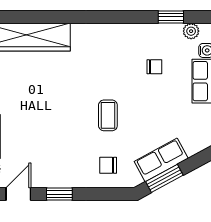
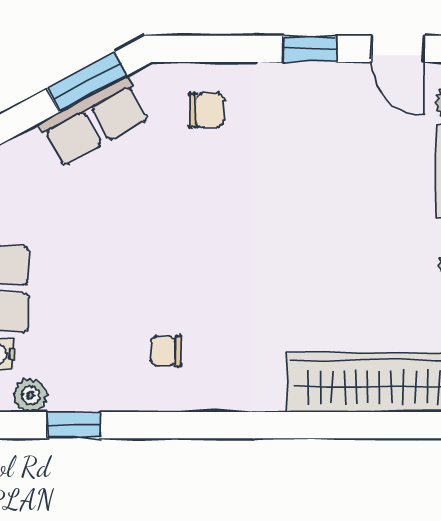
chair: (154, 67) -> (166, 351), moved
coffee table: (108, 115) -> (207, 216), removed
door: (18, 194) -> (398, 49), hinge flipped

